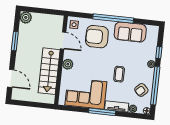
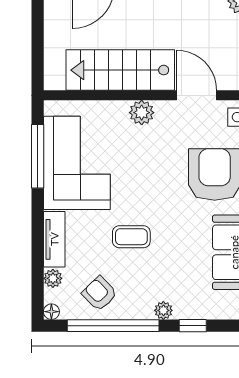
door: (63, 40) -> (197, 95), swing flipped
window: (102, 112) -> (38, 156), moved

